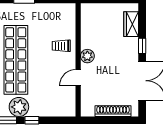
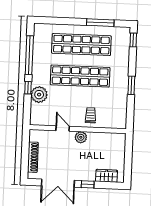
plant: (19, 107) -> (39, 95), moved

